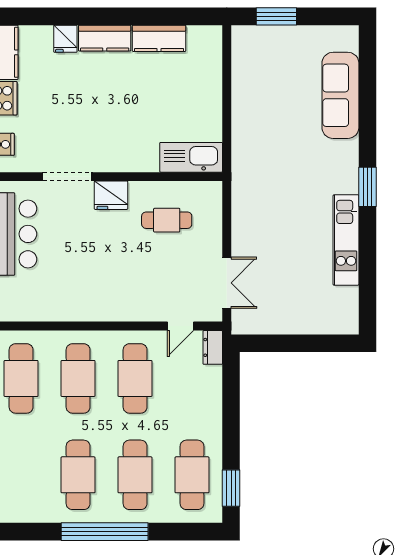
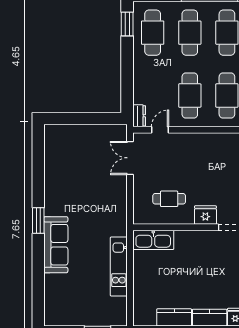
sofa: (340, 95) -> (56, 245), moved
kitchen unit: (346, 240) -> (119, 267), moved, turned 180

